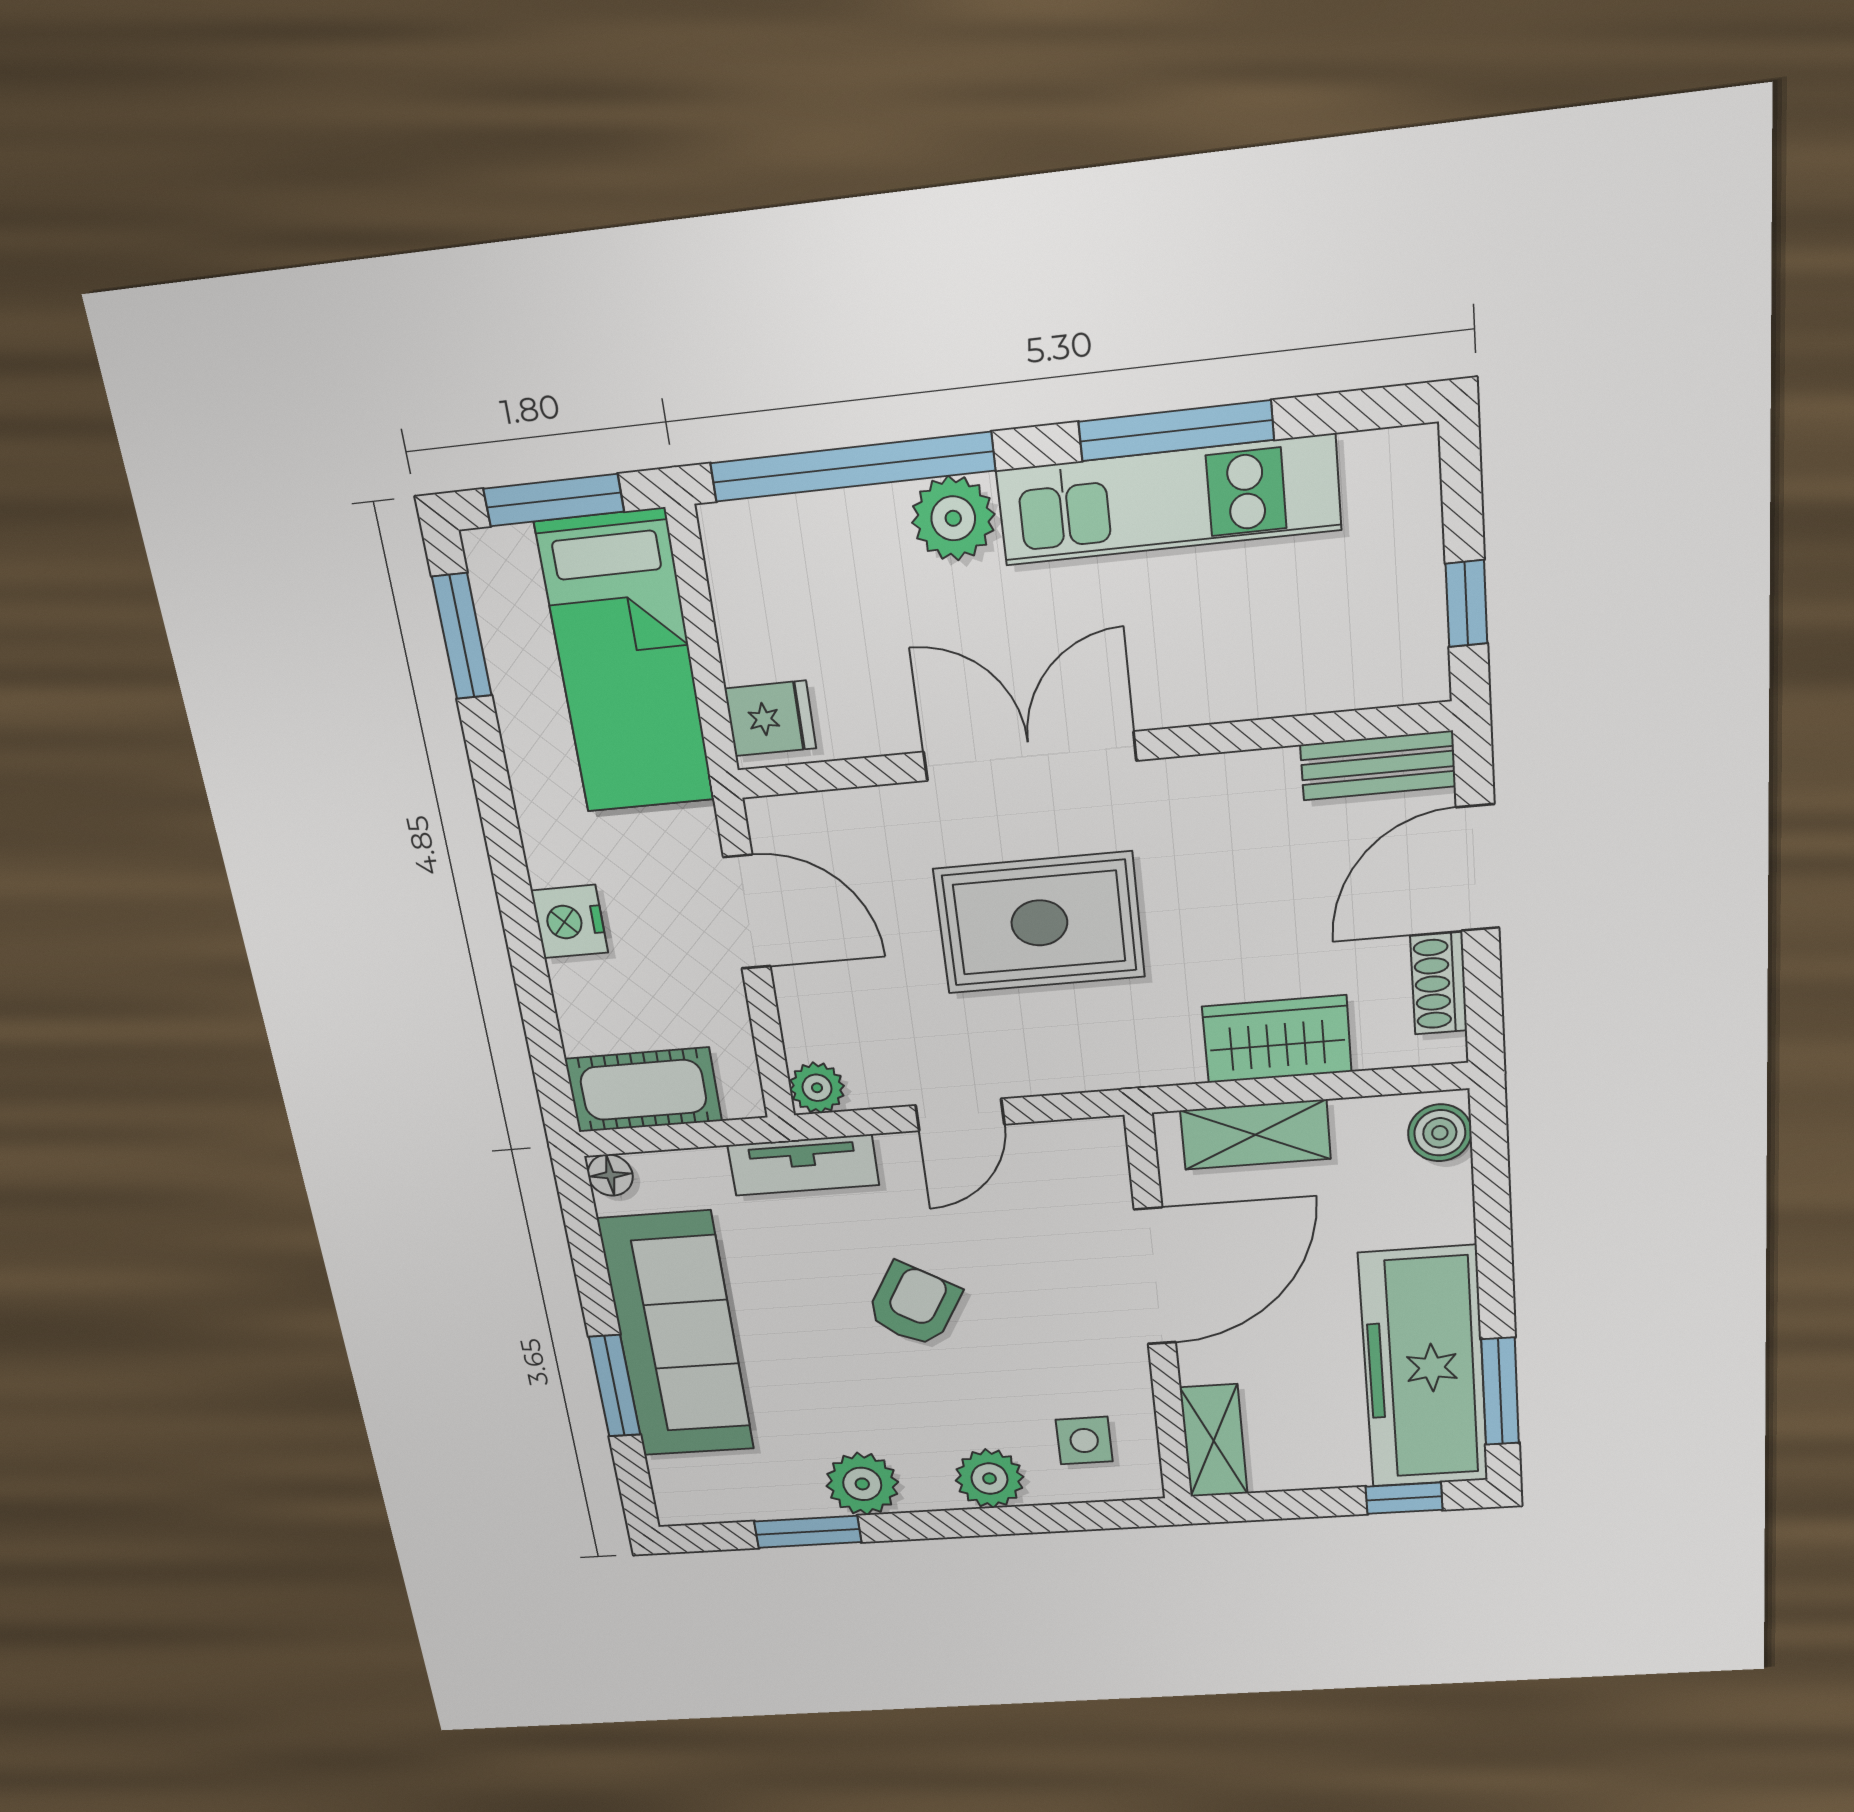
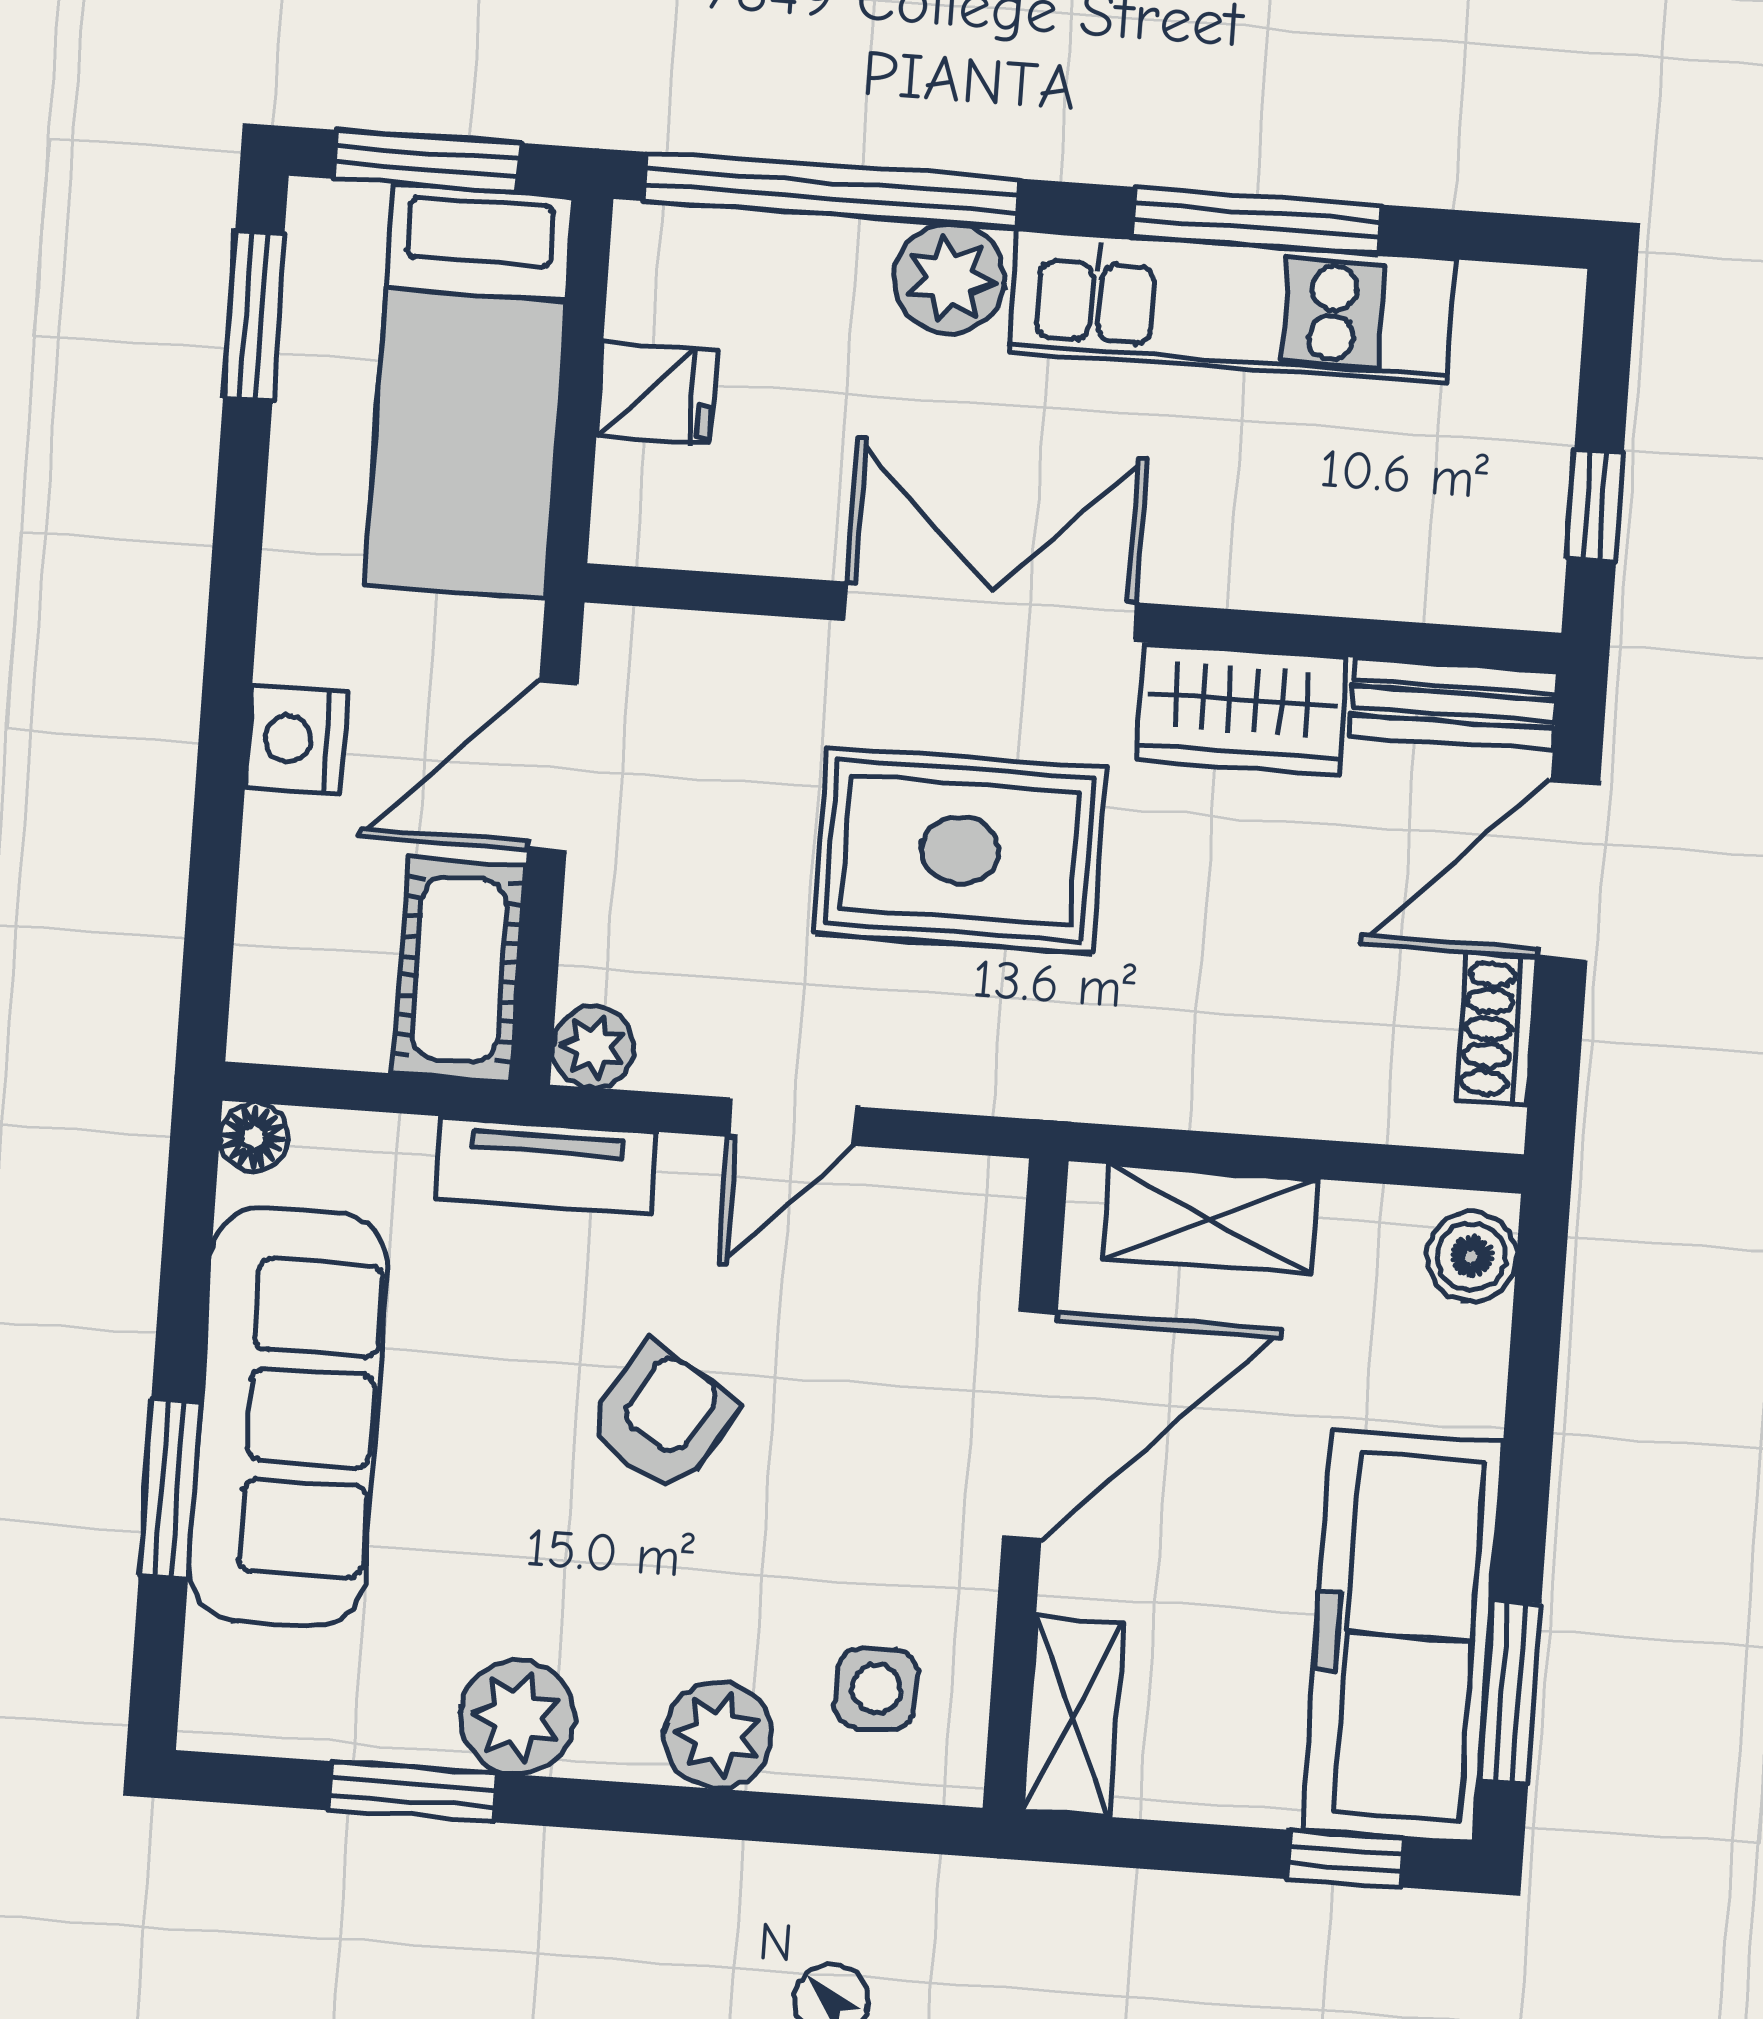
fridge: (770, 718) -> (656, 394), moved
door: (747, 912) -> (553, 767), swing flipped
wardrobe: (1277, 1039) -> (1241, 709), moved, turned 180
cot: (643, 1090) -> (459, 969), moved, turned 90

